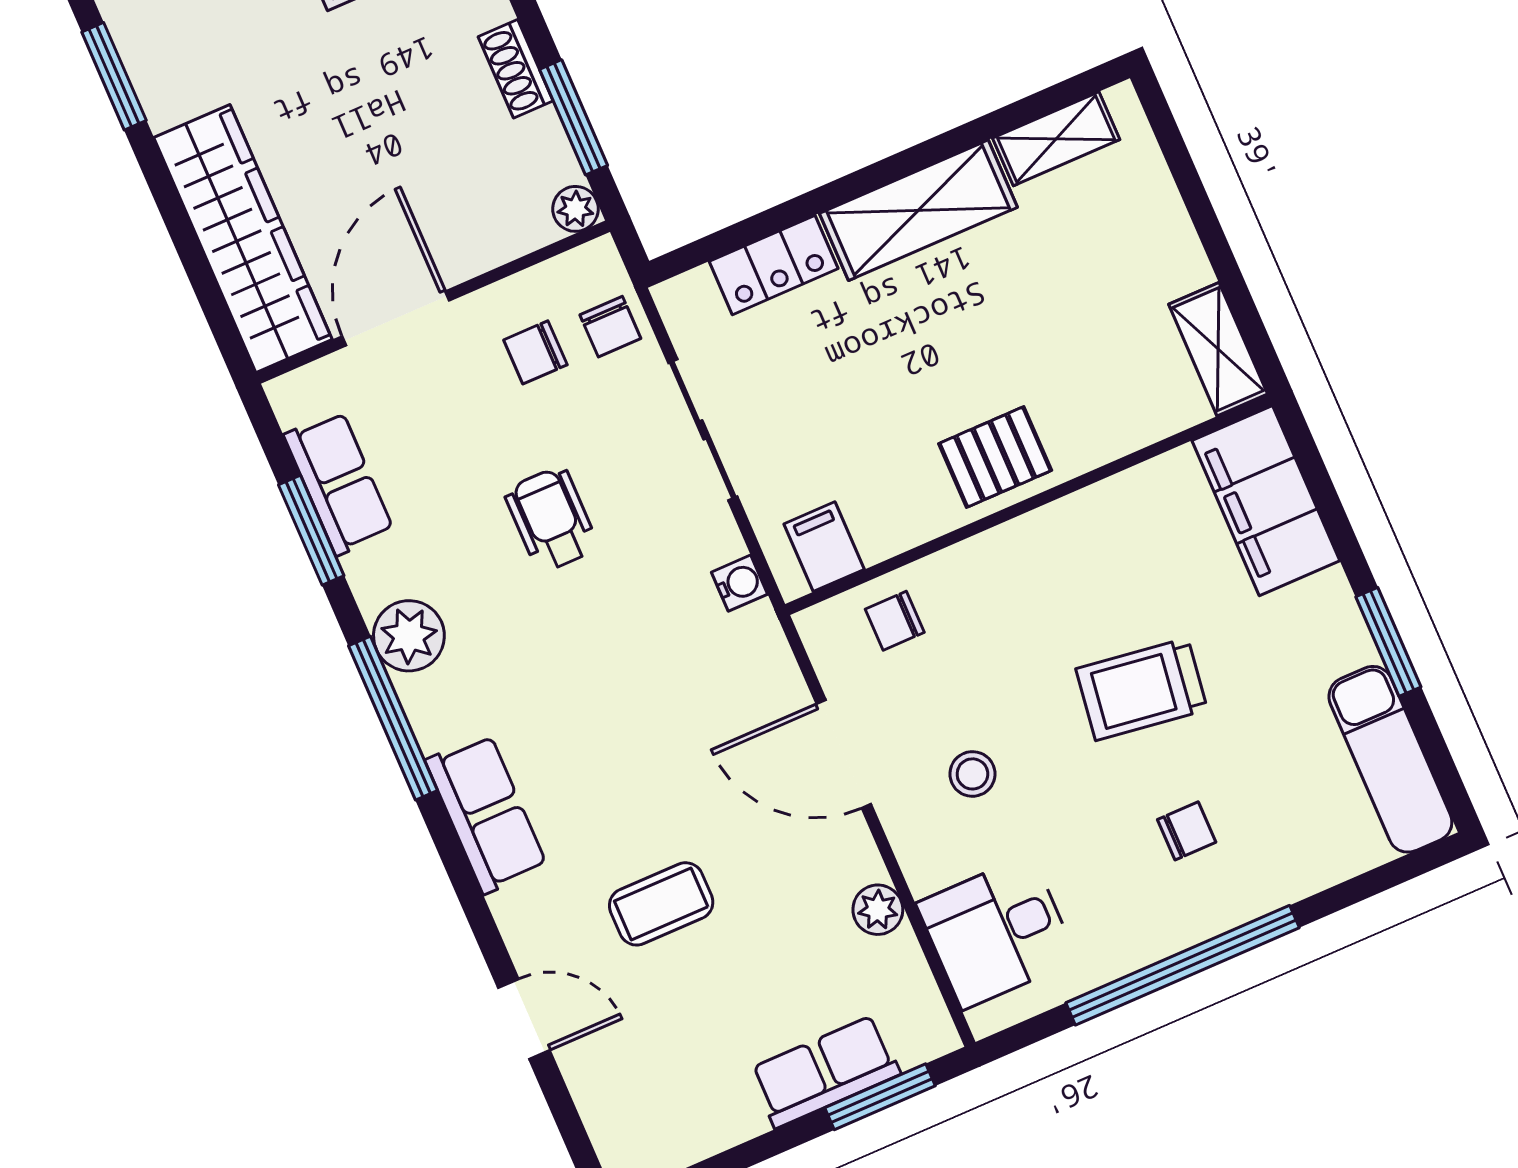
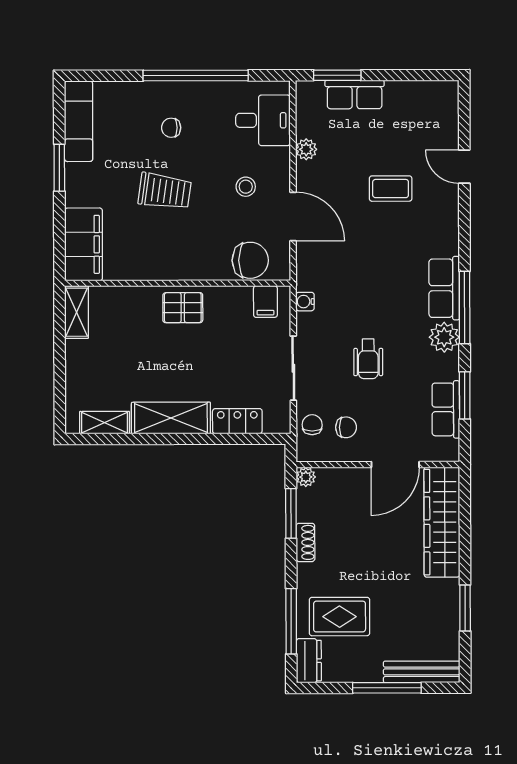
chair: (895, 621) -> (250, 260), width x1.87, depth x1.87
row of seats: (486, 814) -> (444, 288), moved

